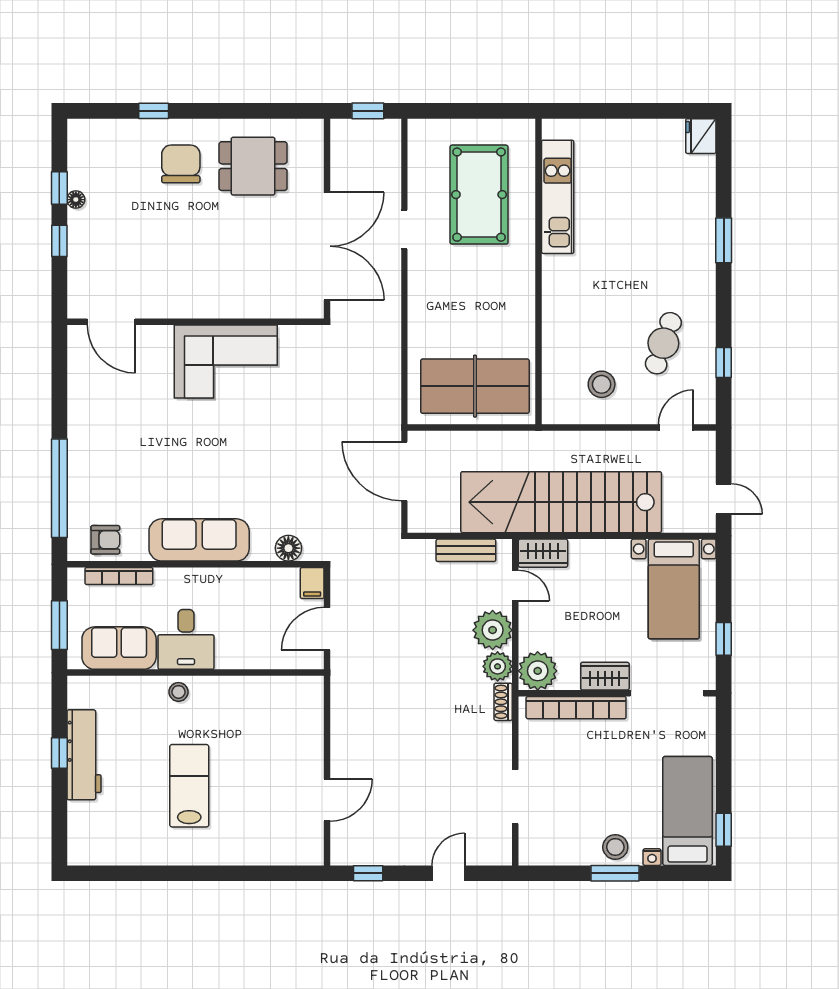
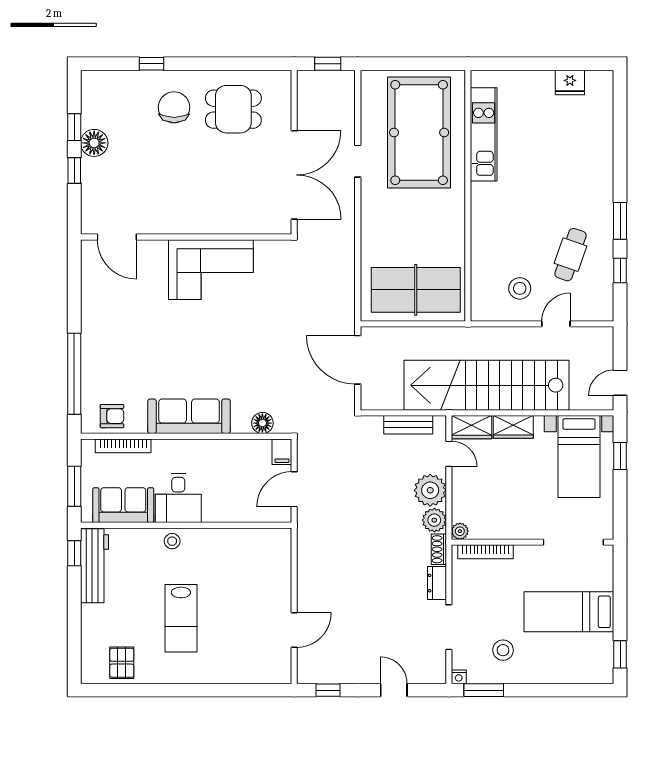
fridge: (701, 136) -> (570, 82), moved, turned -90
pool table: (479, 195) -> (419, 133), width x1.36, depth x1.32
floor lamp: (76, 200) -> (94, 143), width x1.89, depth x1.89
window: (724, 240) -> (620, 221), moved
door: (676, 428) -> (556, 324), moved
door: (724, 499) -> (620, 383), swing flipped
window: (724, 639) -> (620, 456), moved
plant: (538, 671) -> (460, 531), width x0.53, depth x0.53
wardrobe: (605, 676) -> (513, 427), moved, turned 180
bookcase: (576, 708) -> (485, 552), width x0.68, depth x0.76
dresser: (501, 743) -> (437, 583), added
window: (59, 753) -> (74, 553), moved
workbench: (84, 755) -> (94, 566), moved
lab bench: (189, 786) -> (181, 618), turned 180
bed: (688, 811) -> (569, 612), moved, turned -90
pallet: (117, 840) -> (122, 663), added
stool: (615, 847) -> (503, 650), moved
nightstand: (652, 857) -> (459, 677), moved
door: (448, 873) -> (394, 690), hinge flipped
window: (615, 873) -> (484, 690), moved

